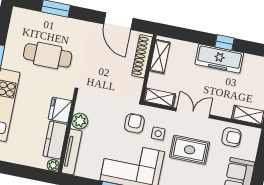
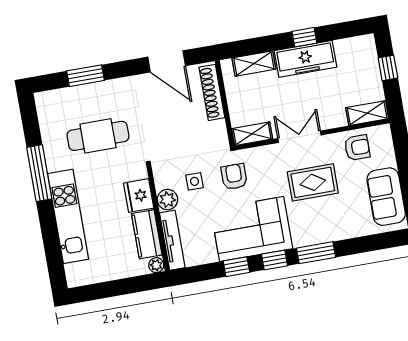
shelving: (160, 56) -> (254, 64), moved, turned 90
side table: (158, 134) -> (195, 181), moved

